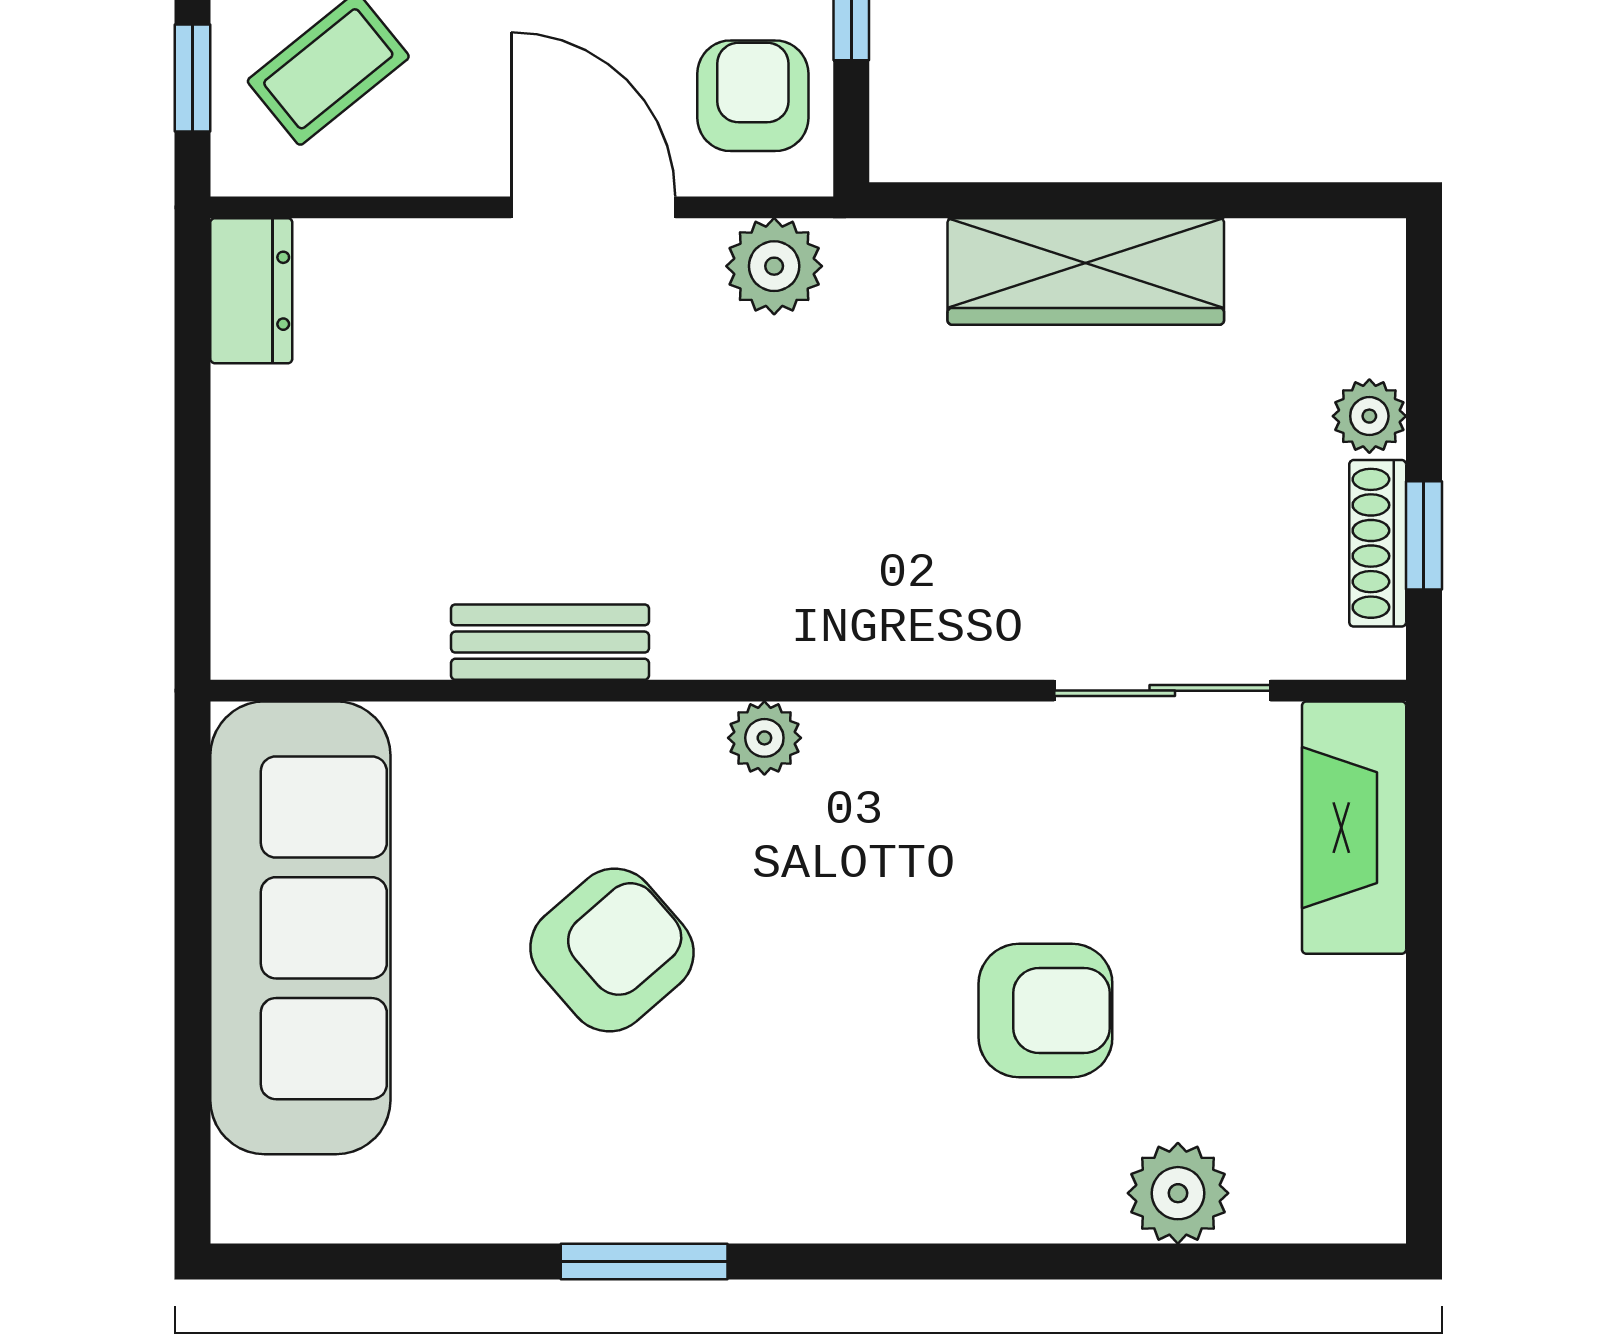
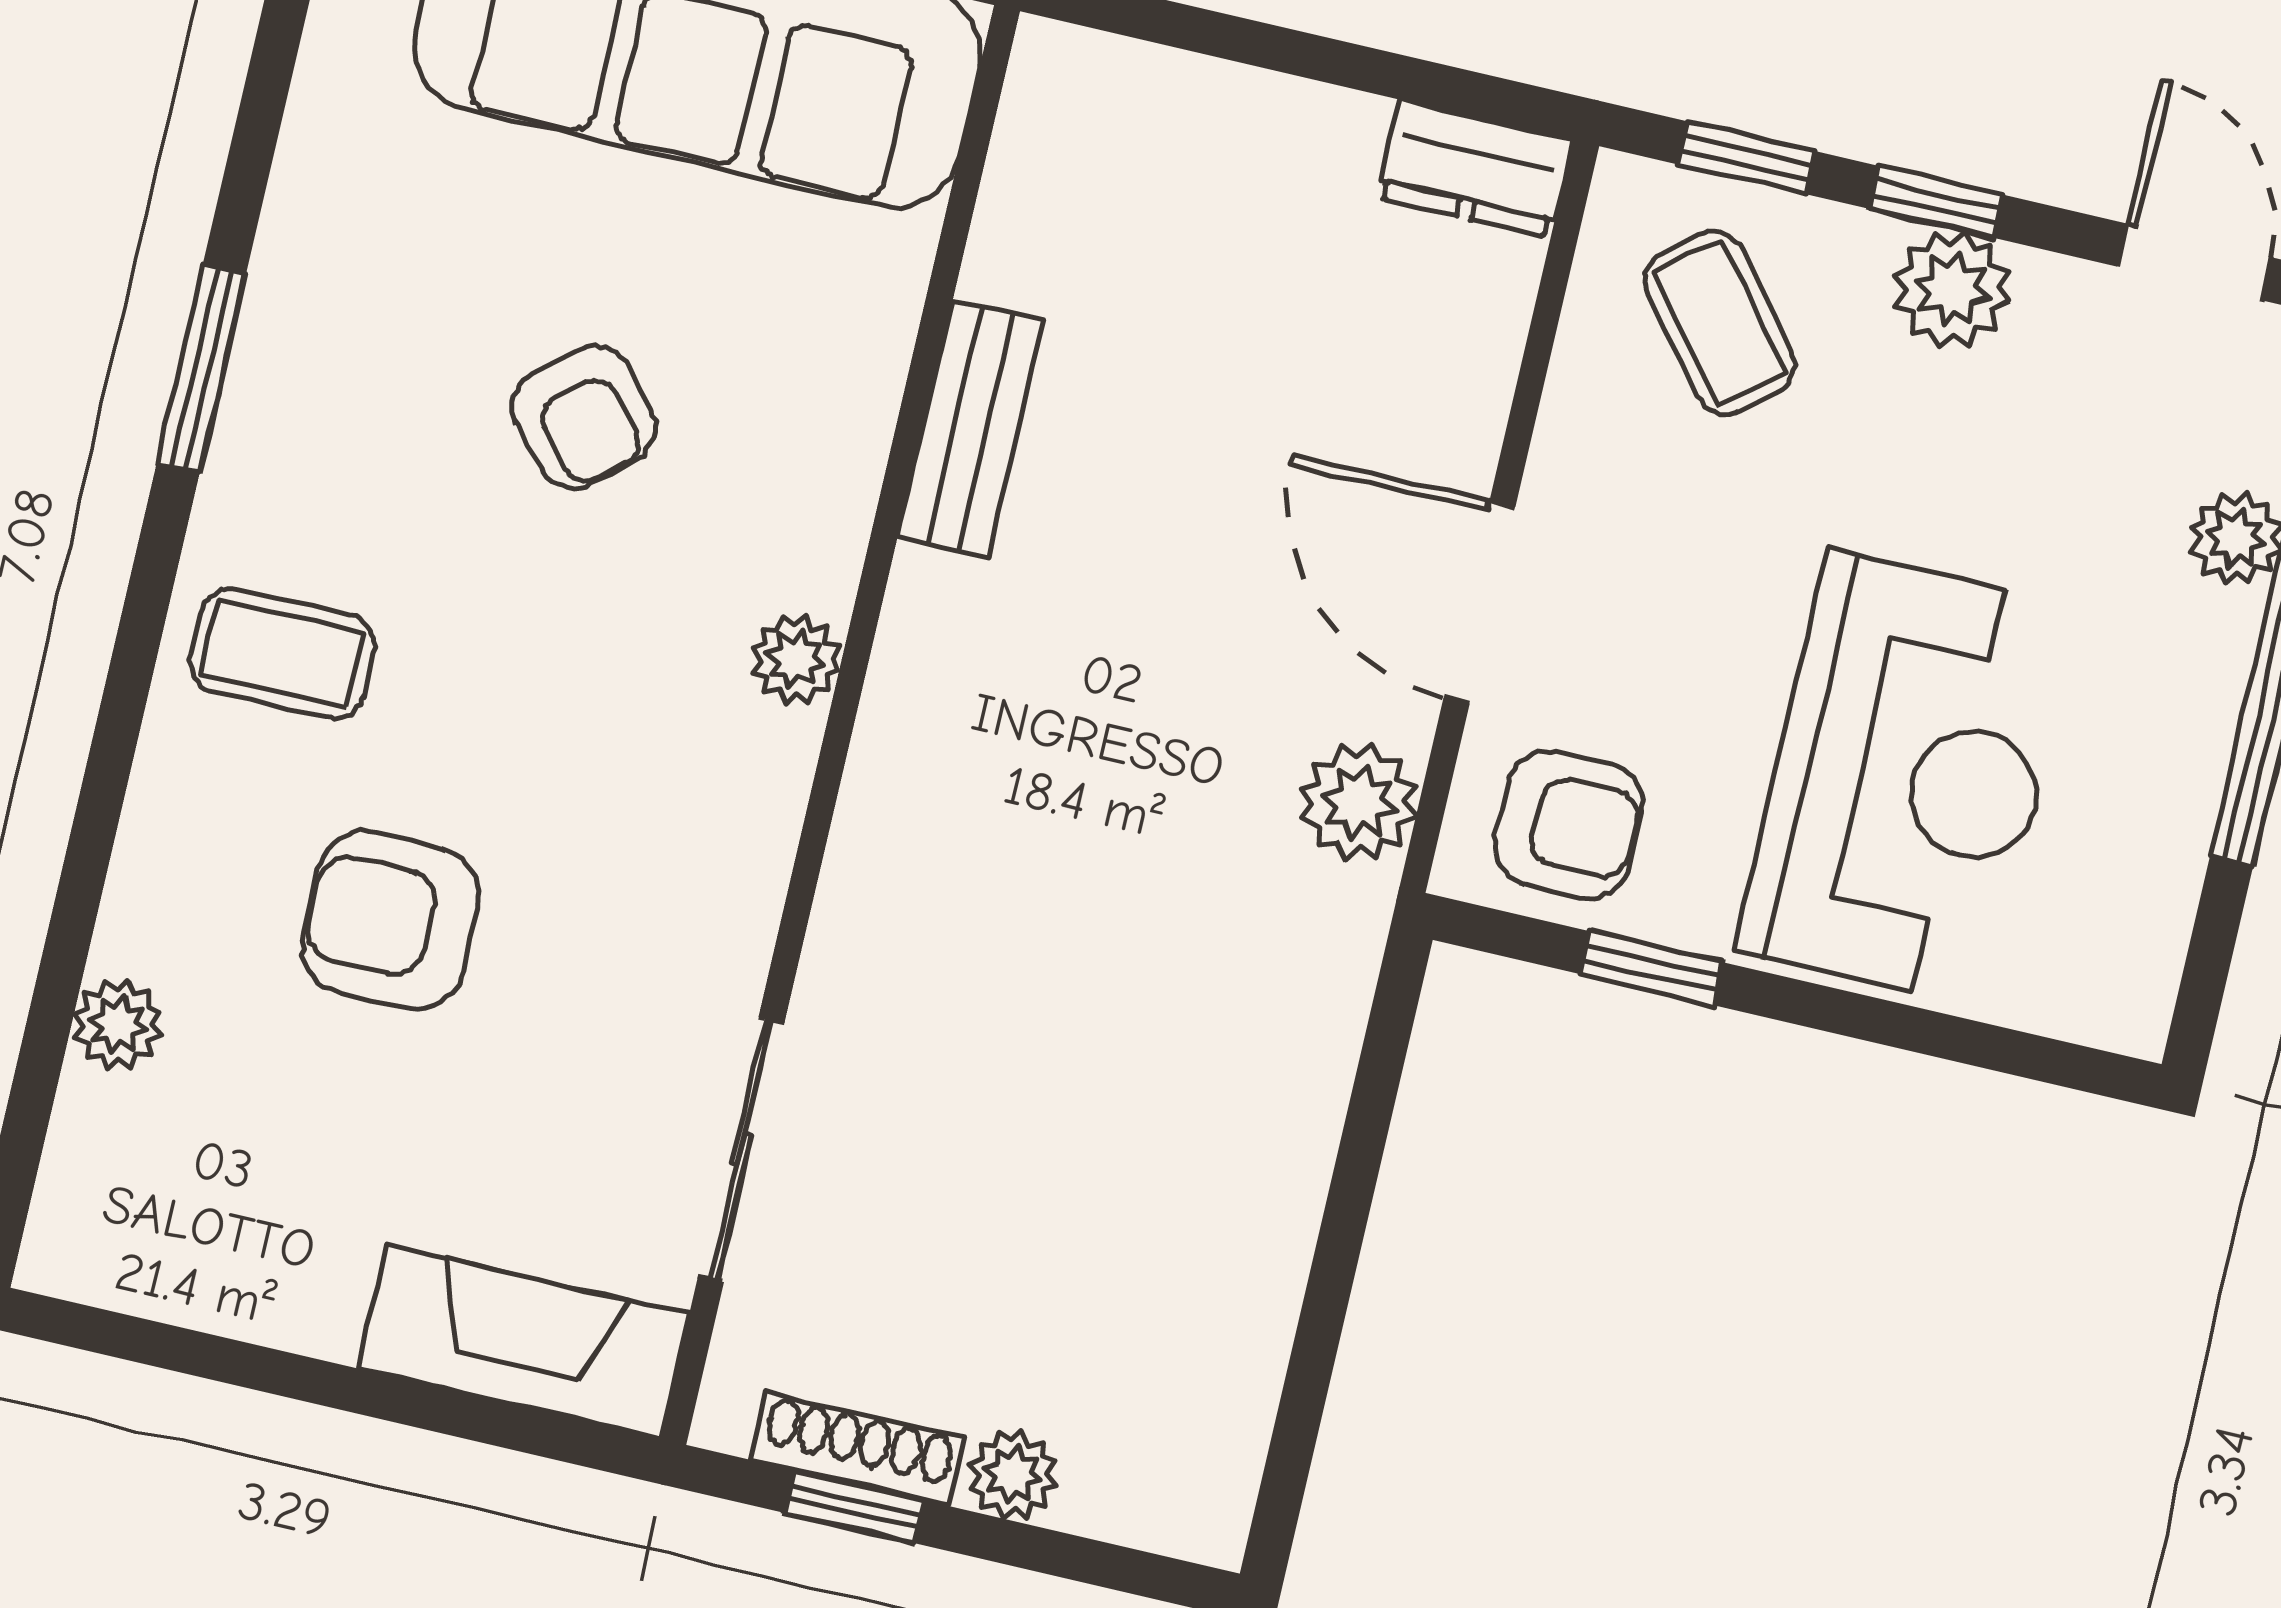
door: (593, 207) -> (1480, 602), swing flipped
wardrobe: (1086, 271) -> (1265, 1175), removed
armchair: (612, 950) -> (584, 417), width x0.72, depth x0.72
armchair: (1045, 1011) -> (390, 920), turned 90
coffee table: (854, 1145) -> (282, 653), added
plant: (1178, 1193) -> (118, 1024), width x0.73, depth x0.73

